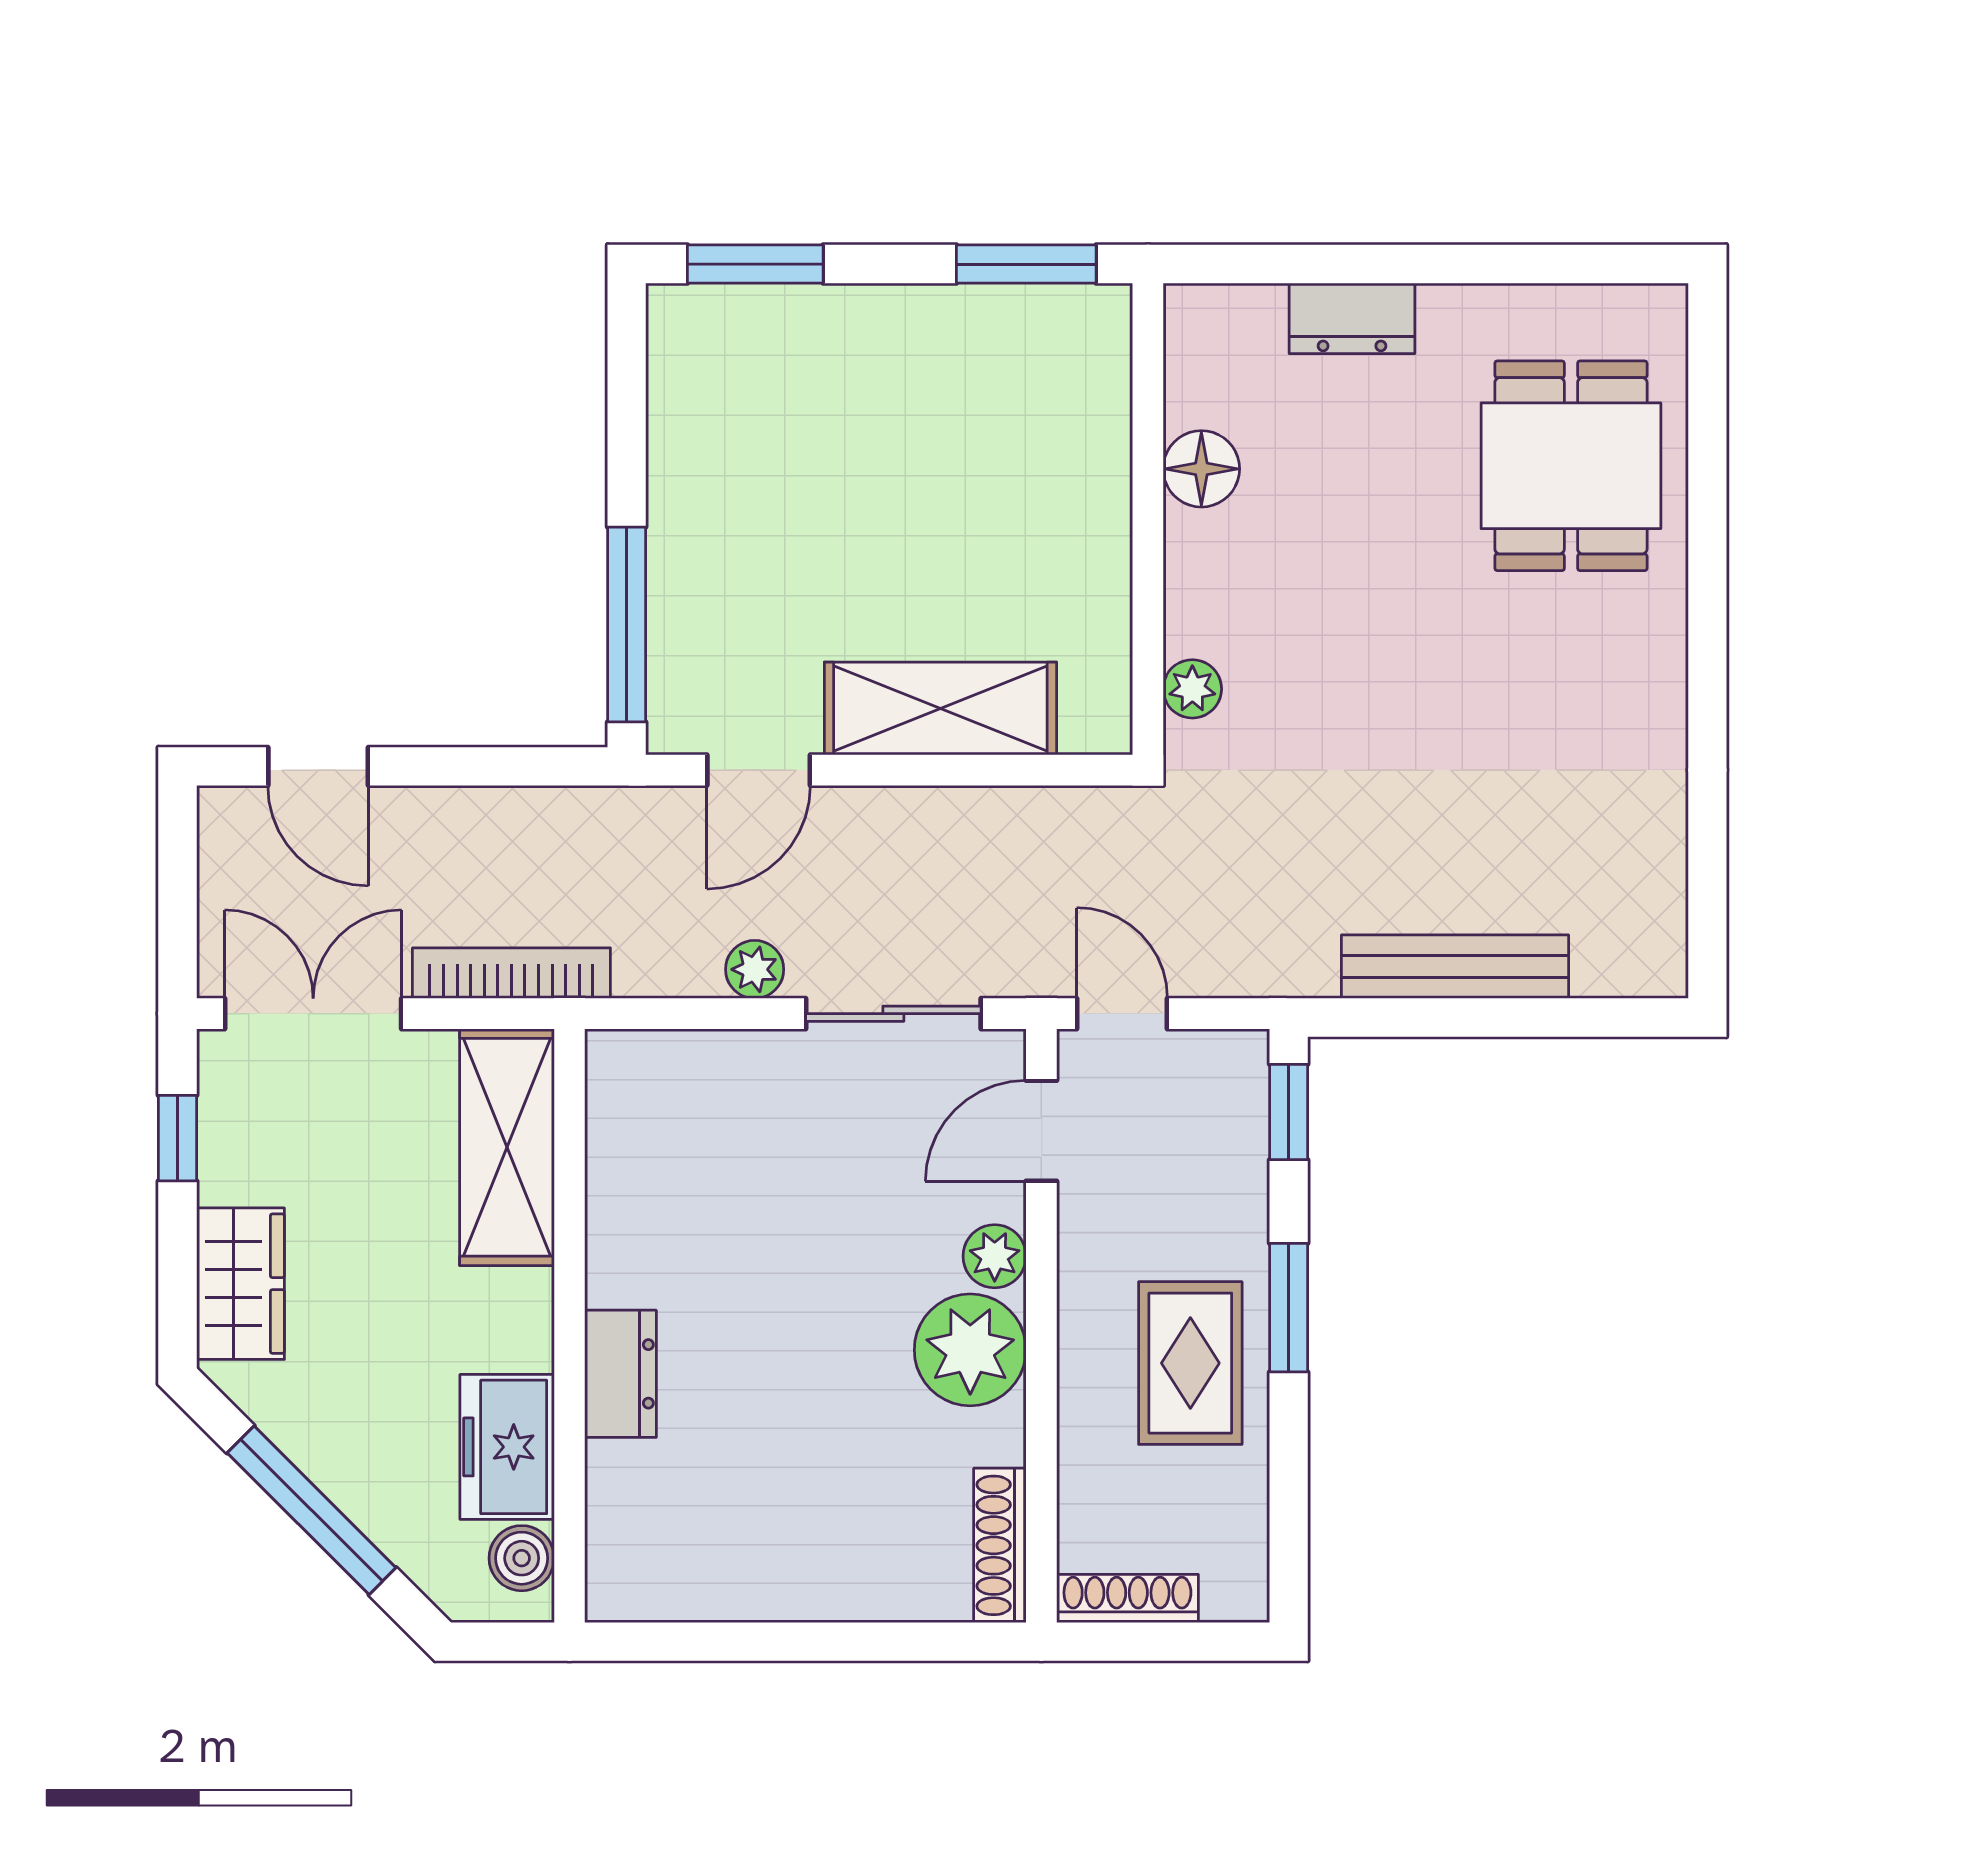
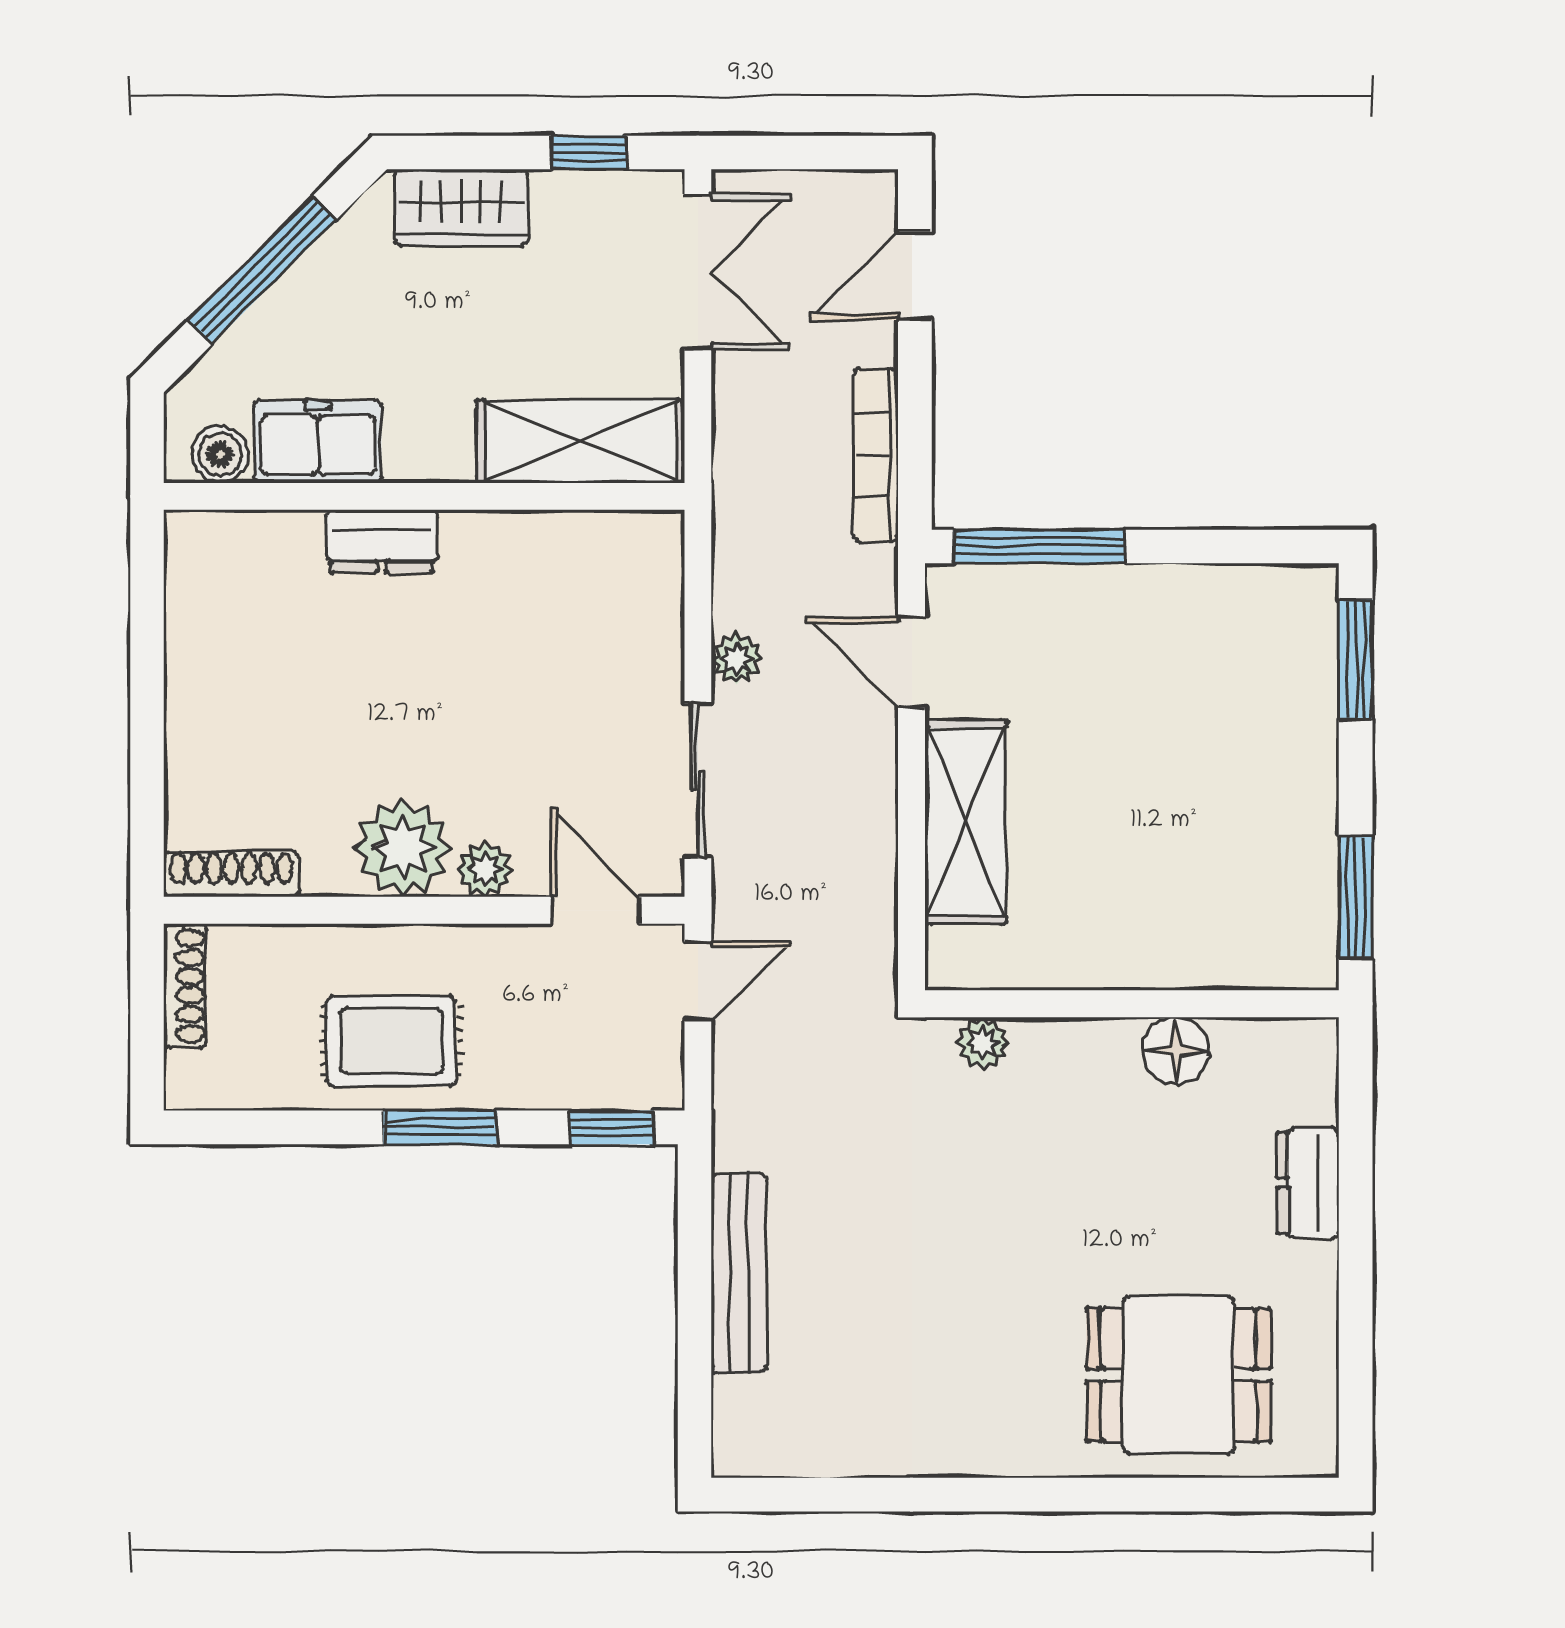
bookcase: (511, 973) -> (876, 455), moved, turned 180

